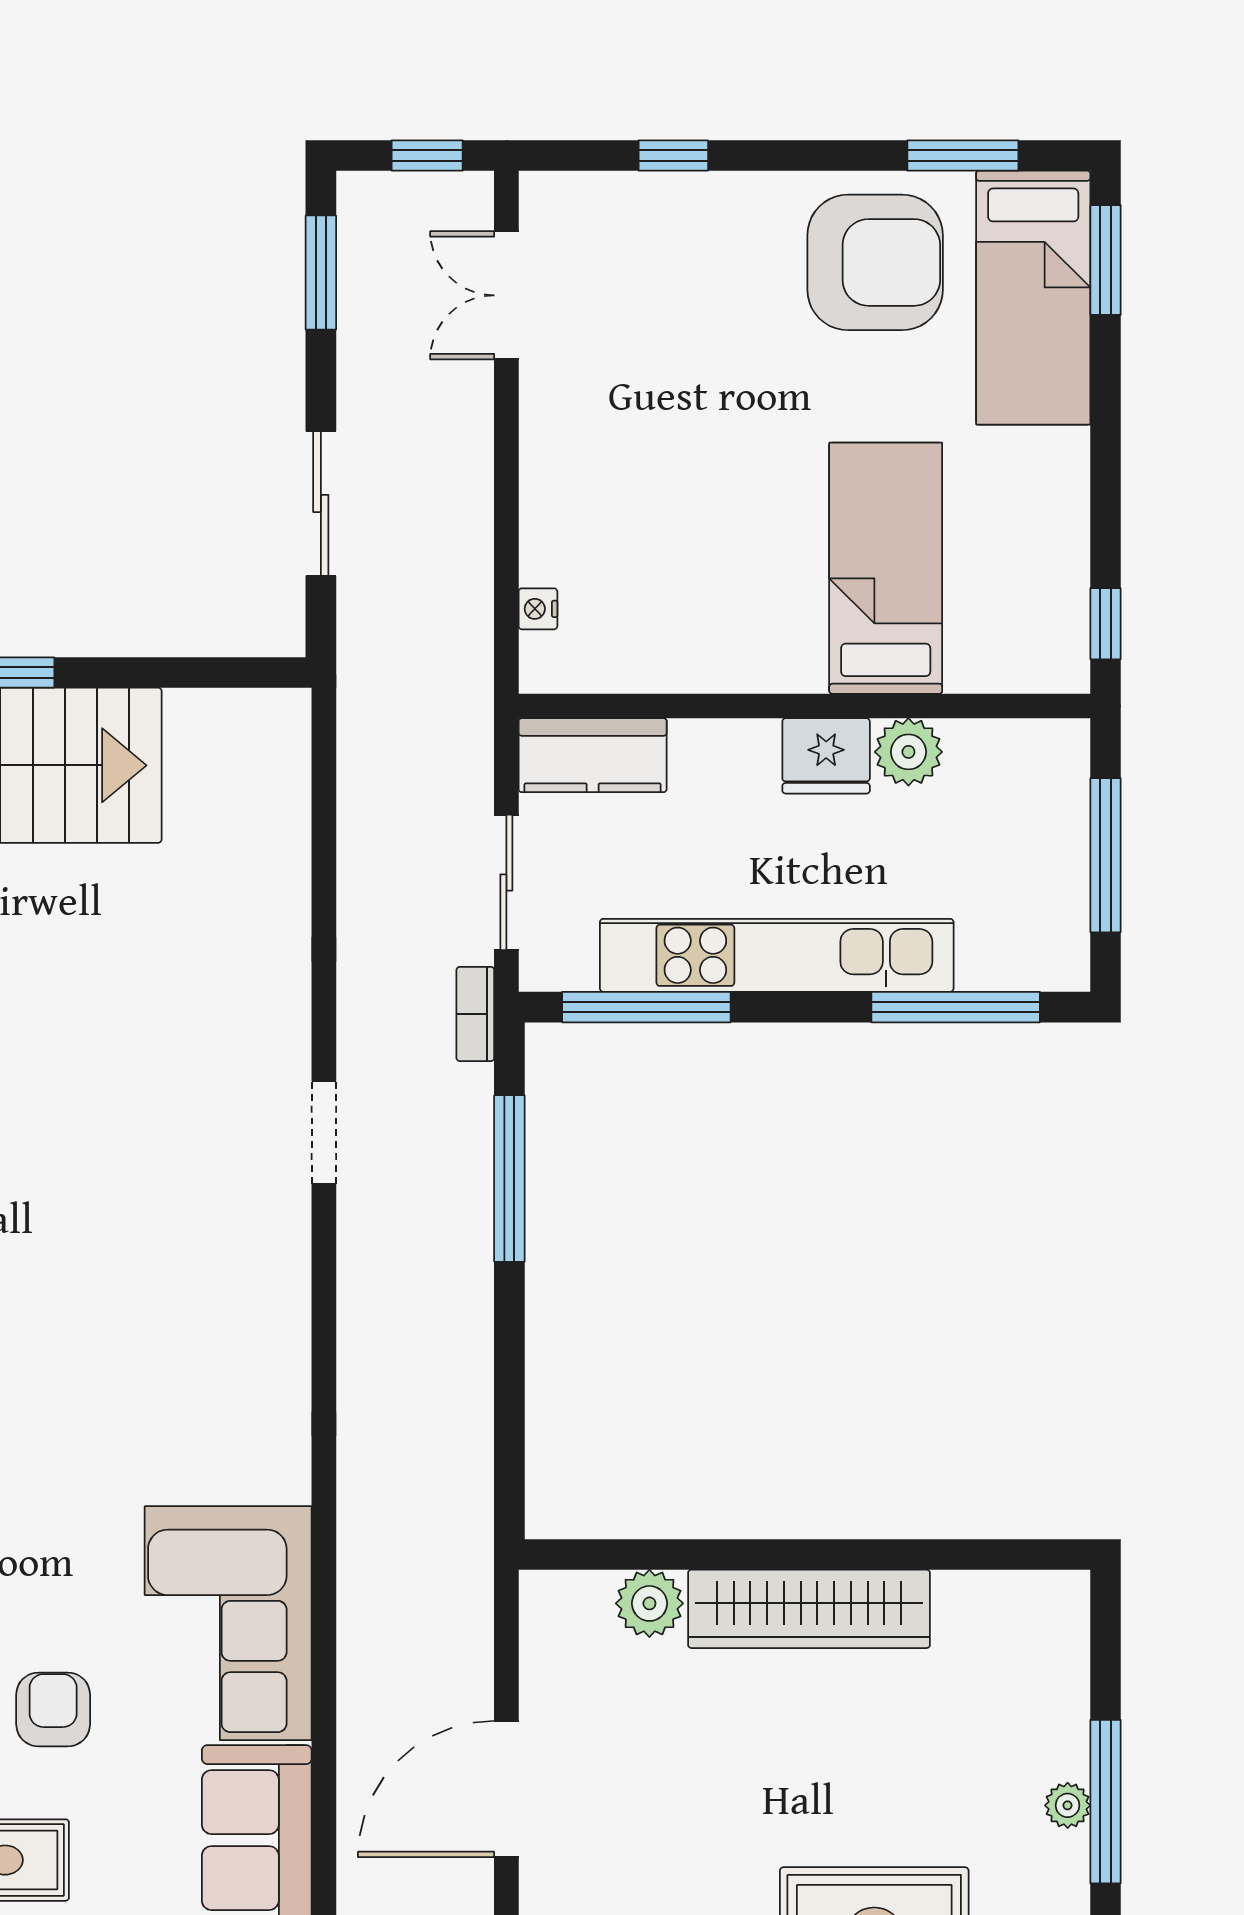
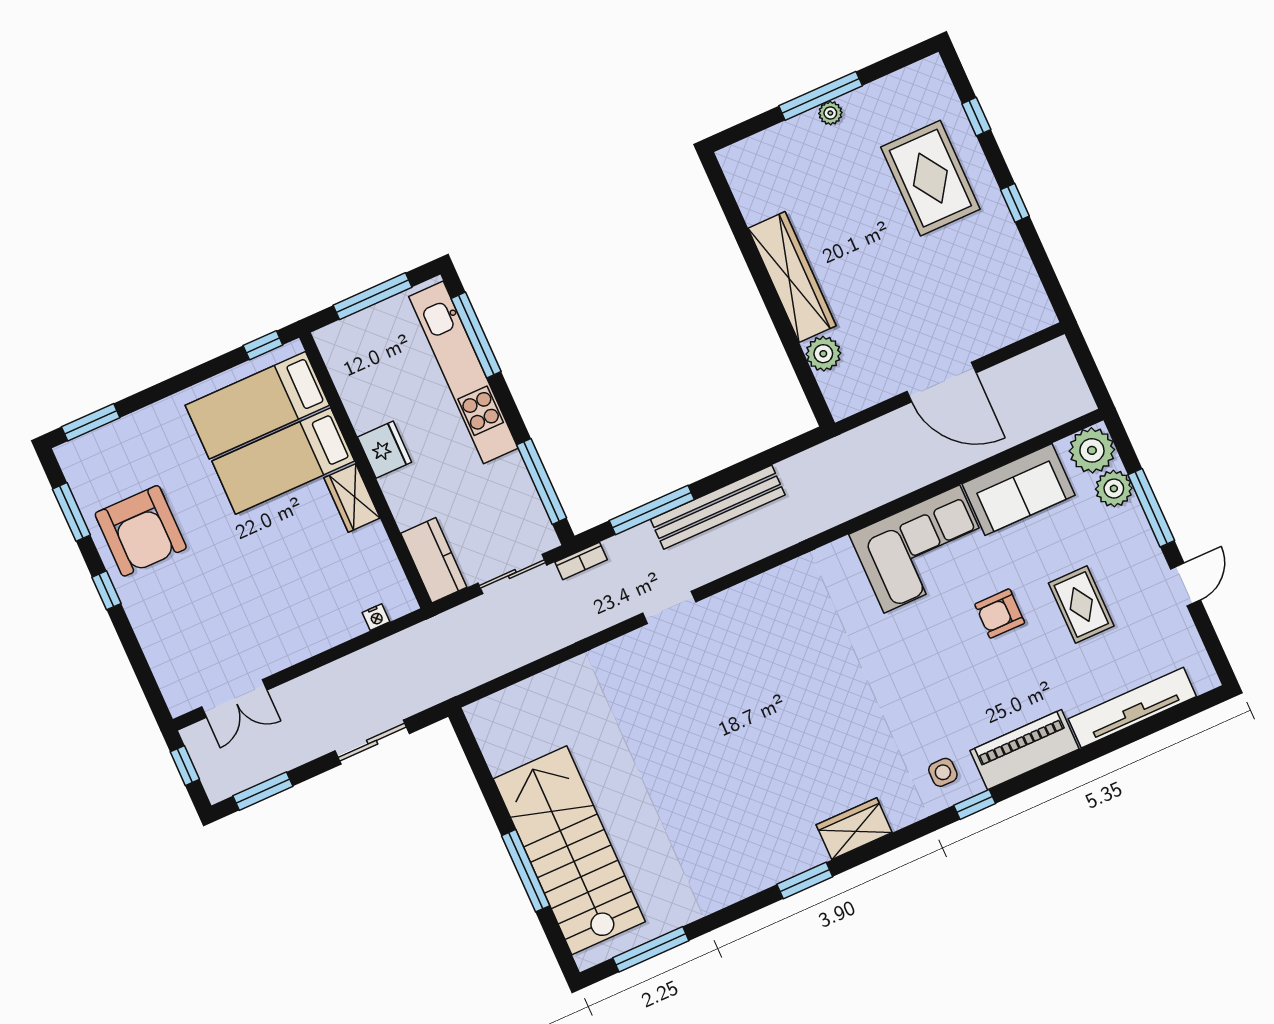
window: (673, 155) -> (107, 590), moved
armchair: (875, 262) -> (141, 531), turned 180
bed: (1033, 298) -> (257, 405), moved, turned 180
wardrobe: (767, 660) -> (352, 498), added
plant: (908, 752) -> (365, 411), removed
kitchen unit: (777, 955) -> (463, 372), moved
bench: (462, 1297) -> (718, 507), added

